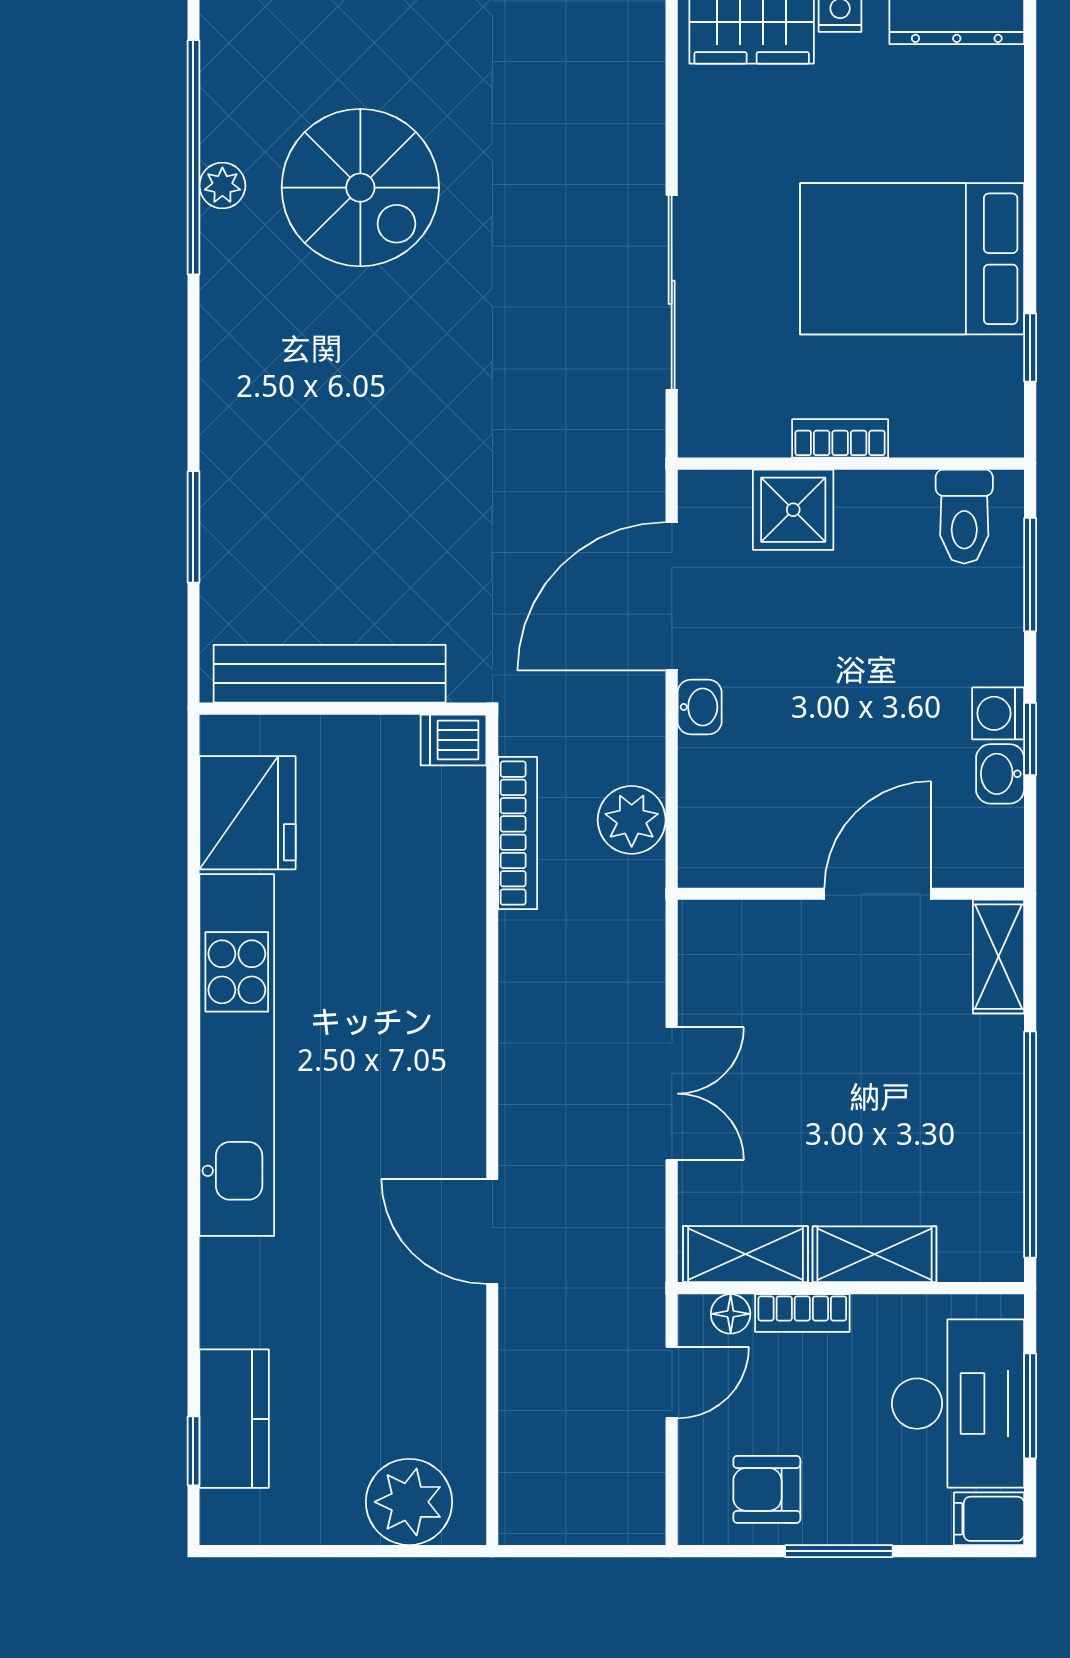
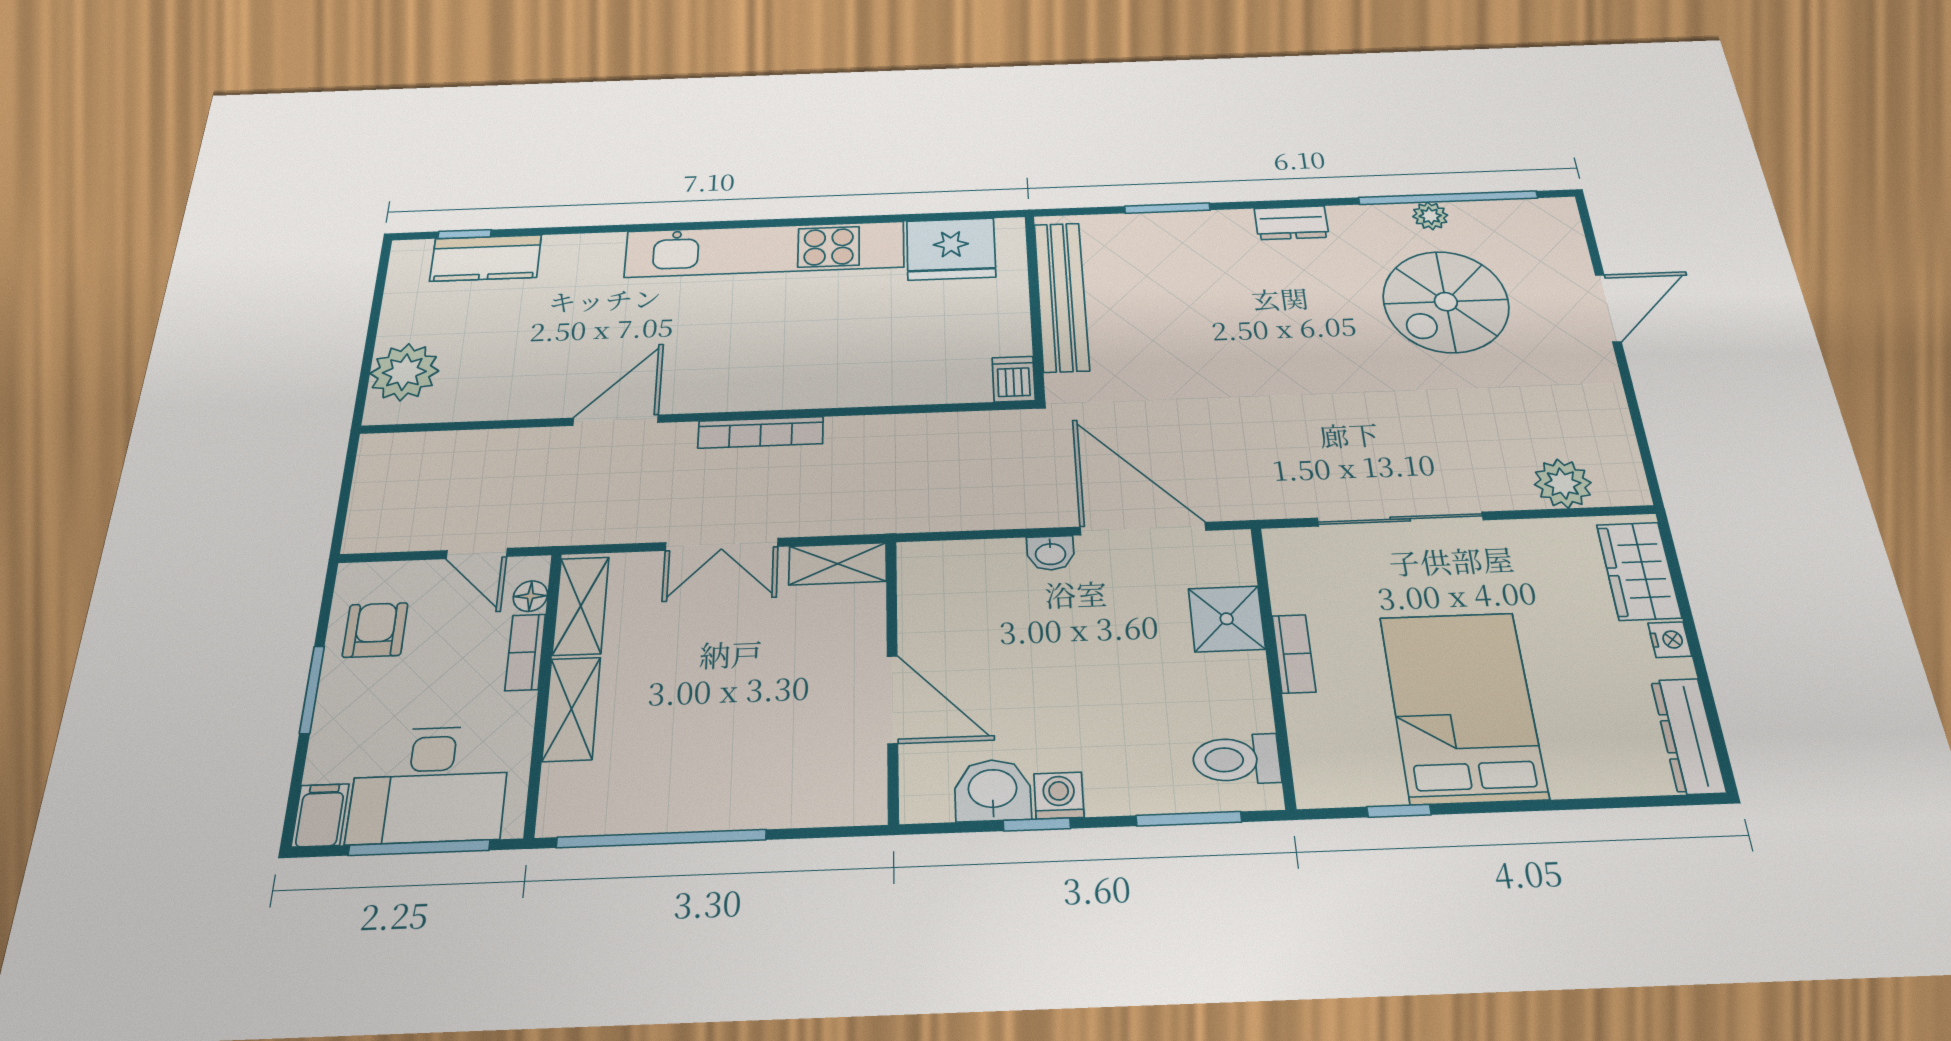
dresser: (225, 367) -> (1291, 223), added
washbasin: (1000, 774) -> (993, 790), width x1.38, depth x1.45
plant: (632, 820) -> (1563, 484), moved
bookcase: (518, 833) -> (761, 432), moved
shelving: (999, 957) -> (838, 564), moved
window: (1030, 1406) -> (419, 848), width x1.44

